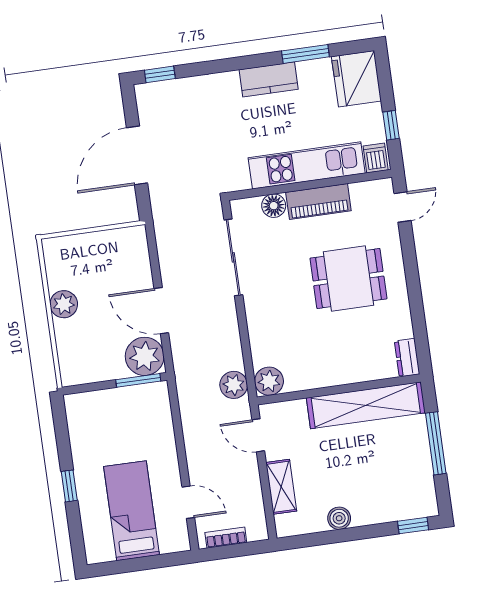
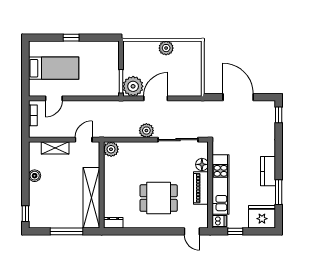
dining table: (348, 279) -> (159, 198), turned 90
plant: (234, 385) -> (146, 131), moved

